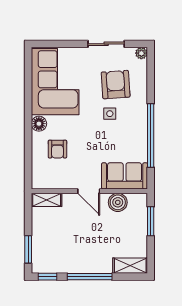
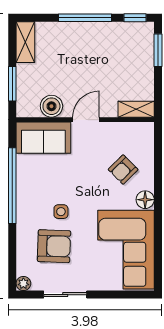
armchair: (116, 85) -> (54, 246), turned -84
armchair: (57, 149) -> (123, 170), turned -135
door: (89, 191) -> (86, 120), hinge flipped
shelving: (130, 266) -> (25, 42), moved, turned 90

